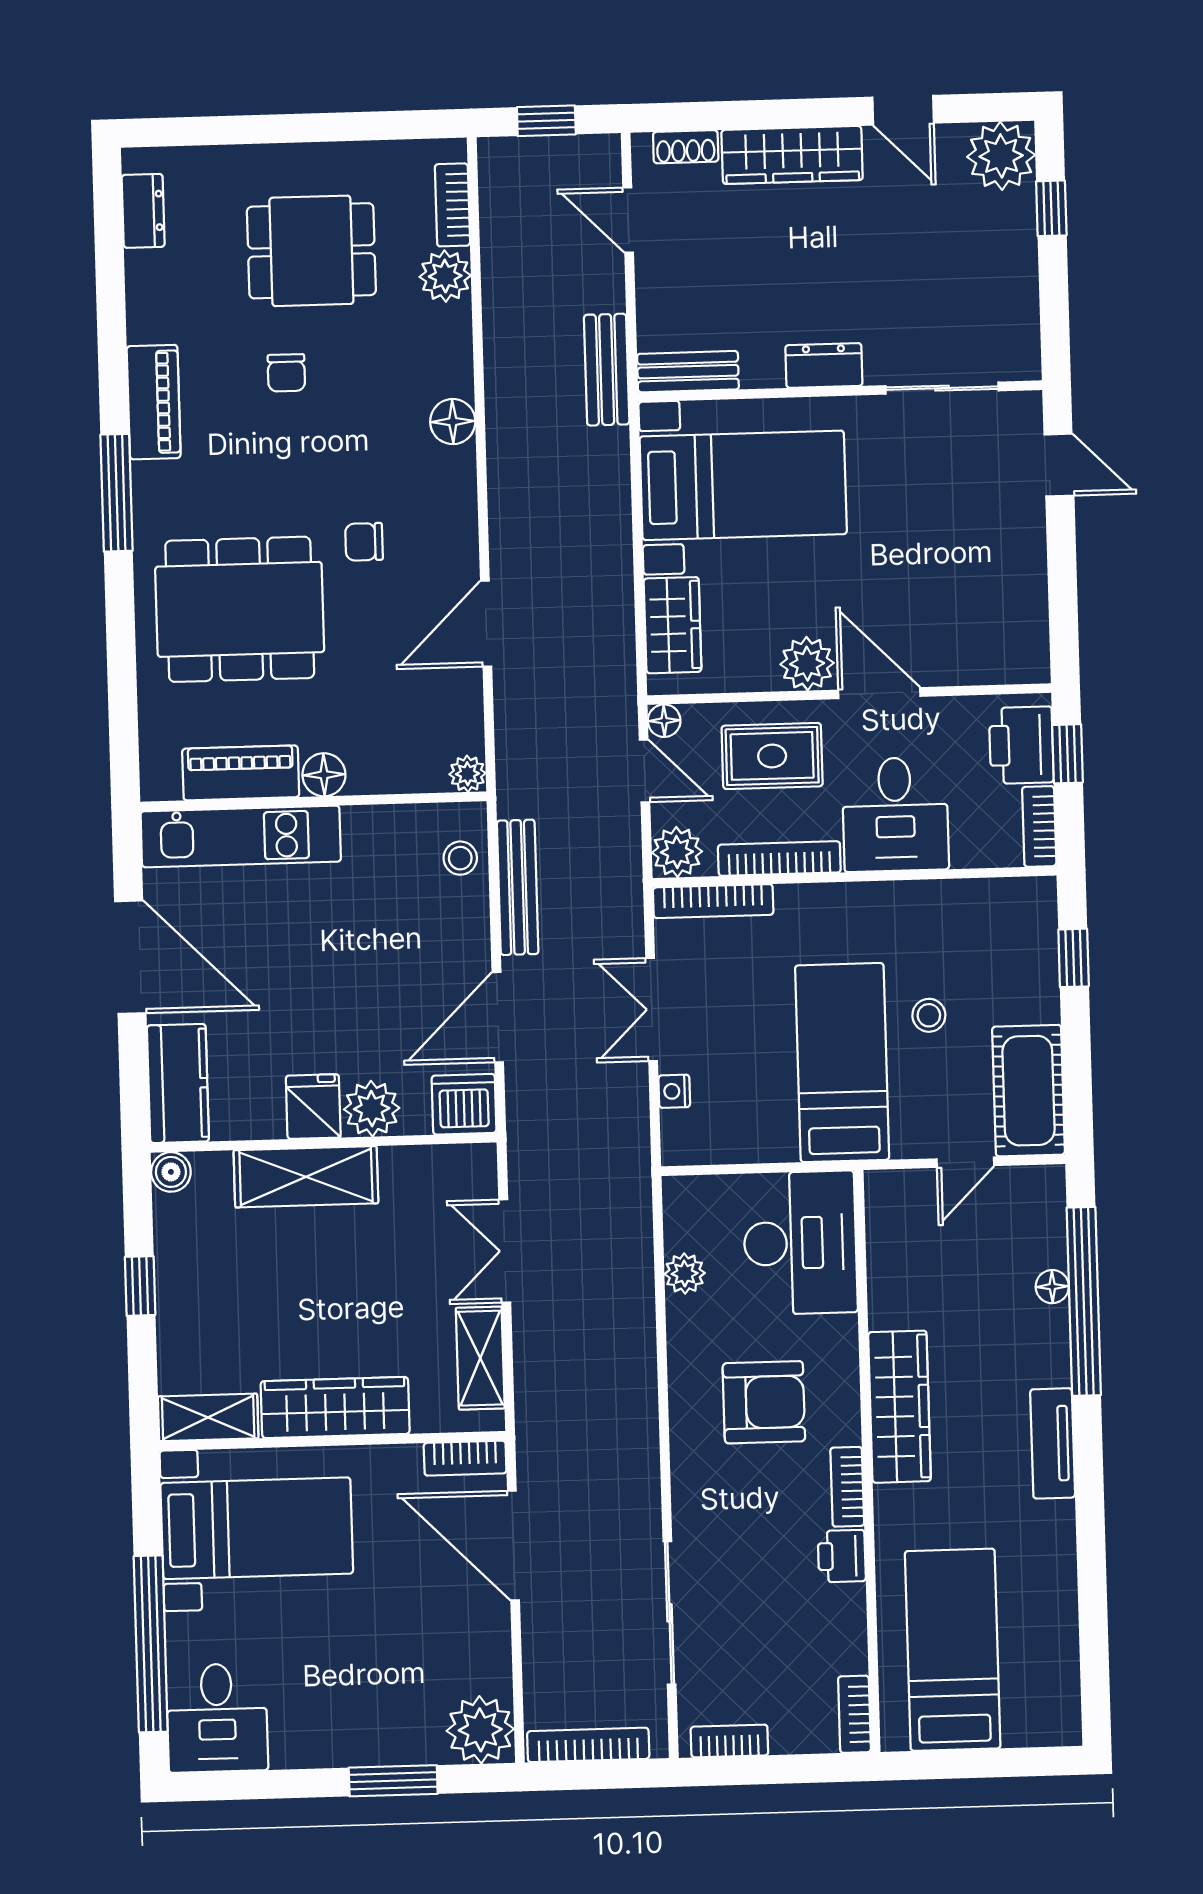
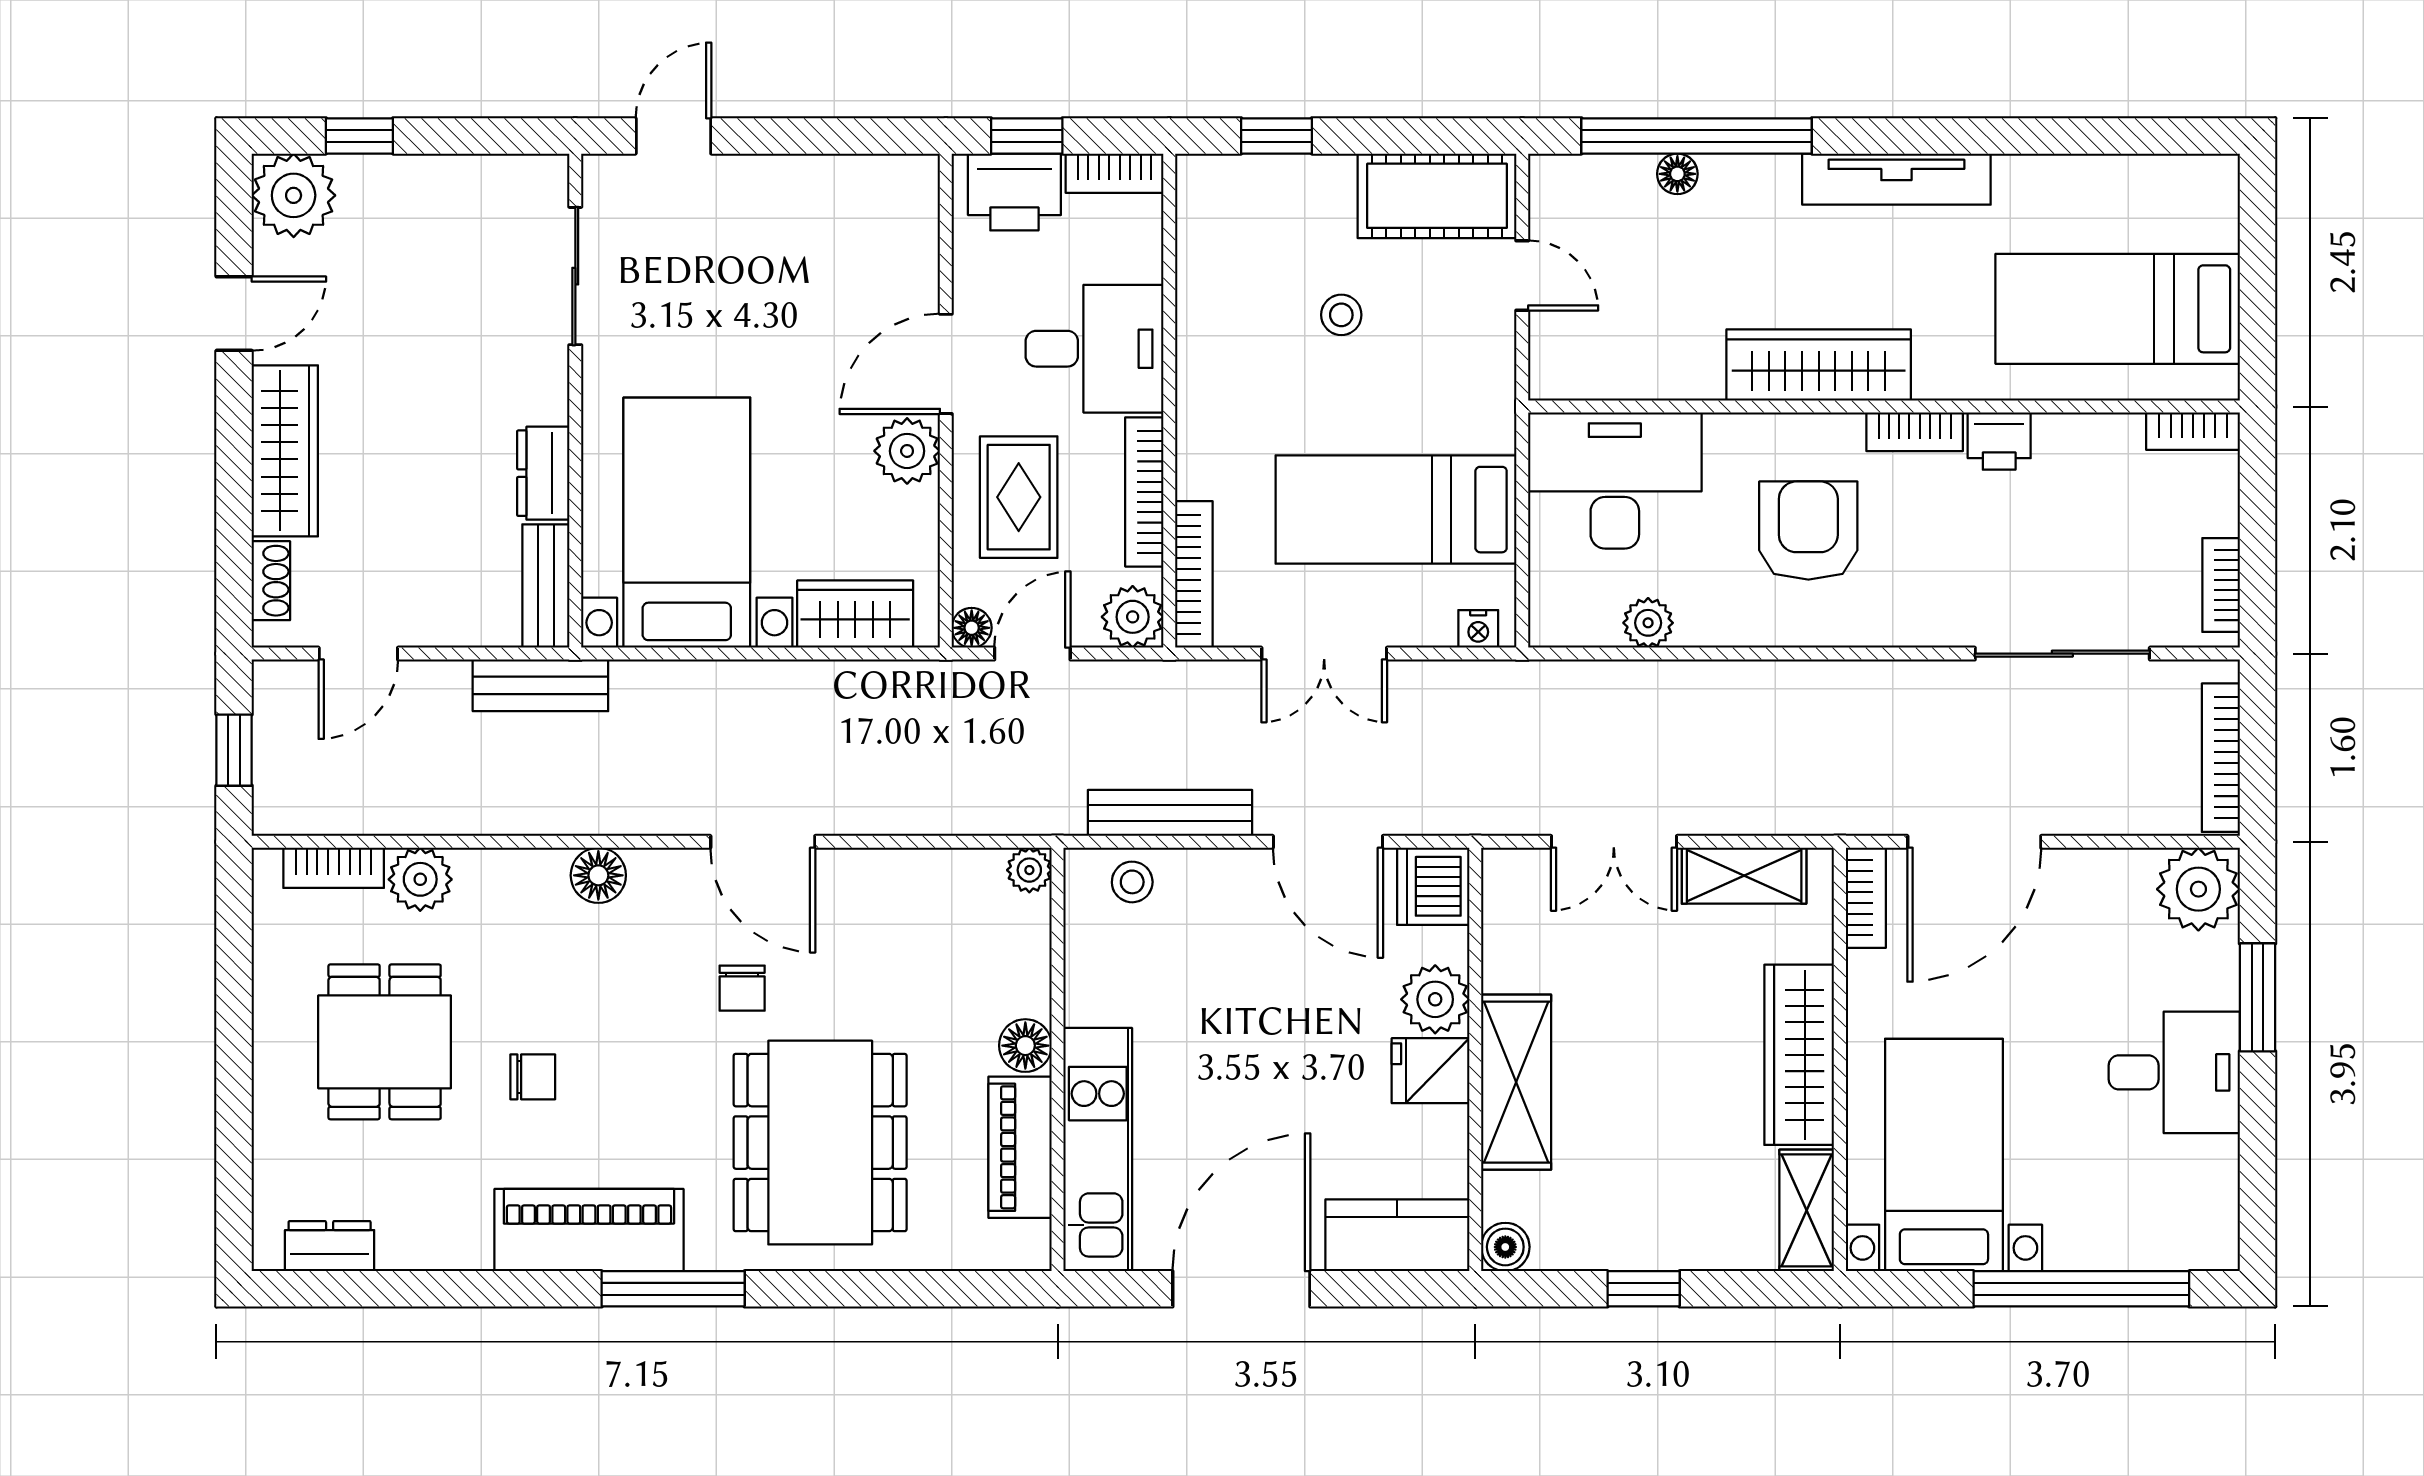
dresser: (824, 365) -> (543, 473), moved
piano: (154, 402) -> (589, 1230), width x1.37, depth x1.33
door: (486, 624) -> (763, 842), moved
bed: (842, 1063) -> (1396, 510), moved
nightstand: (674, 1091) -> (1478, 629), moved
tv unit: (1053, 1443) -> (1896, 179), width x1.41
desk: (217, 1718) -> (2174, 1072), moved

